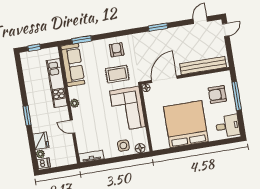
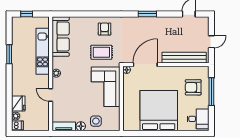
door: (226, 30) -> (211, 42), moved
window: (82, 40) -> (73, 14), removed
window: (27, 116) -> (9, 54), moved
floor lamp: (140, 148) -> (81, 126), moved

